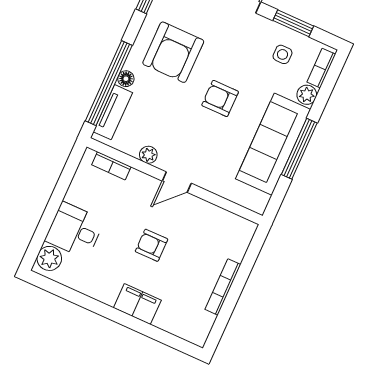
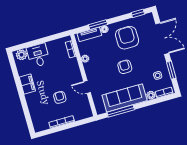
armchair: (173, 52) -> (127, 38), turned 90
window: (109, 83) -> (98, 25), width x0.47
window: (299, 149) -> (121, 111), moved
door: (177, 182) -> (87, 87), moved
armchair: (152, 245) -> (60, 97), moved
filing cabinet: (137, 304) -> (27, 84), moved

